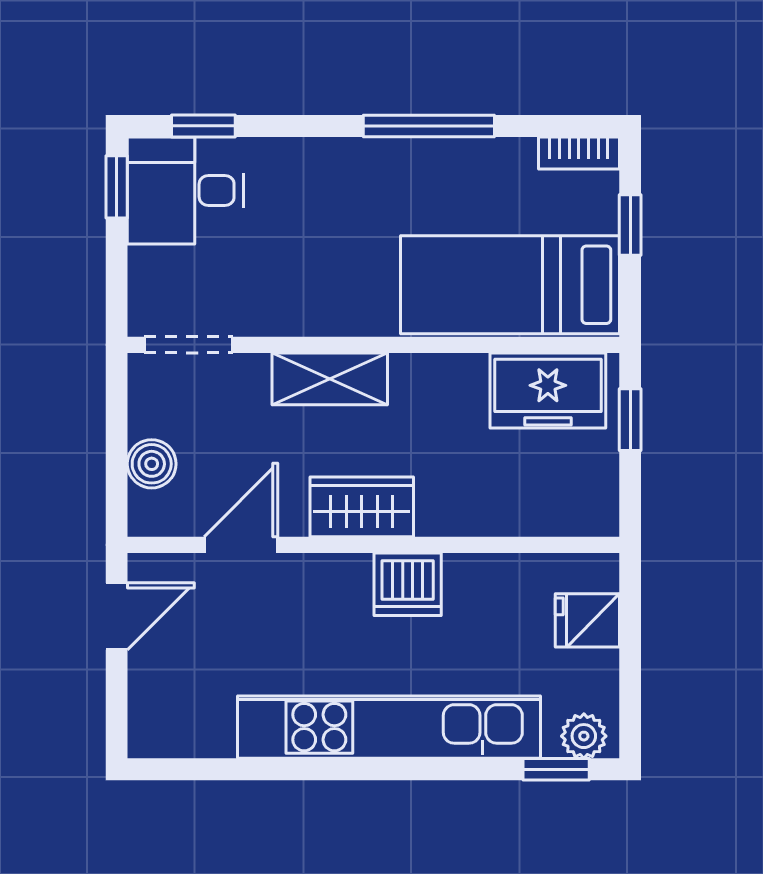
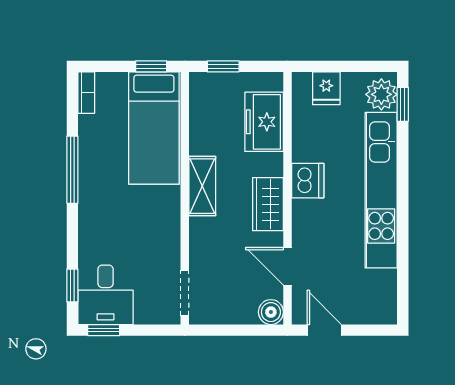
window: (630, 225) -> (151, 66), moved
shelving: (330, 379) -> (202, 186), moved
freezer: (548, 391) -> (264, 122), moved, turned 180
boiler: (152, 464) -> (271, 312), moved
plant: (584, 736) -> (381, 94), width x1.38, depth x1.38

